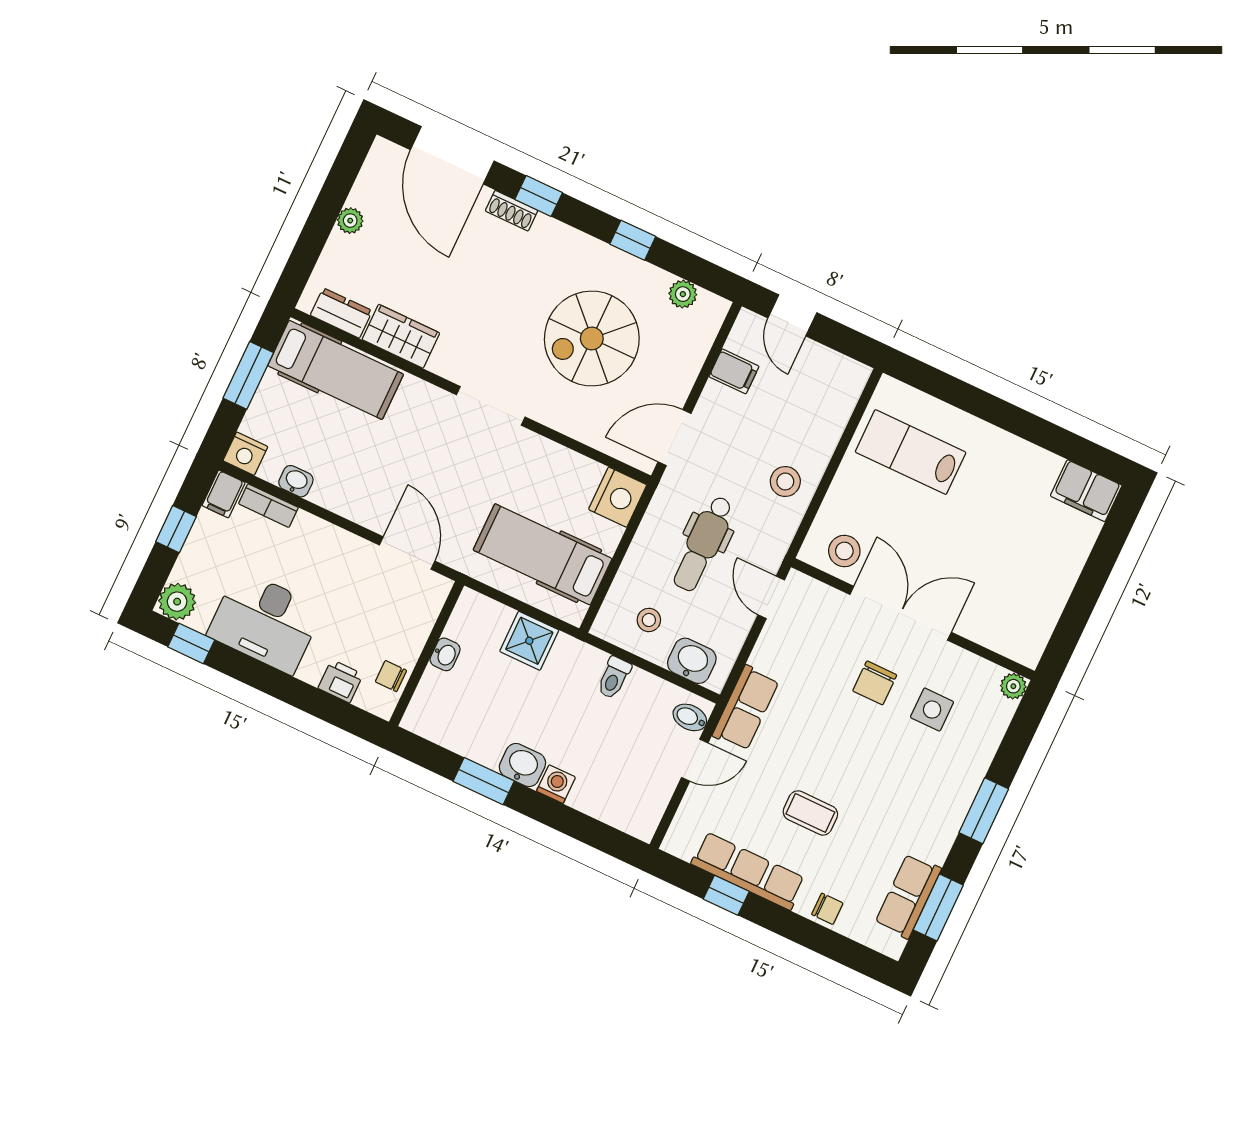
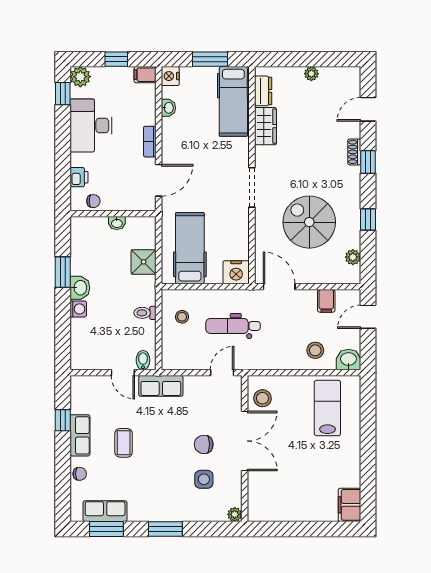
door: (452, 155) -> (368, 109), width x0.53
stool: (785, 481) -> (315, 350), moved
bookcase: (268, 506) -> (150, 142), moved
washbasin: (692, 661) -> (348, 360), moved, turned -90
chair: (391, 676) -> (93, 201), turned 90
row of seats: (748, 871) -> (80, 435), width x0.68
chair: (827, 909) -> (80, 474), turned -90

